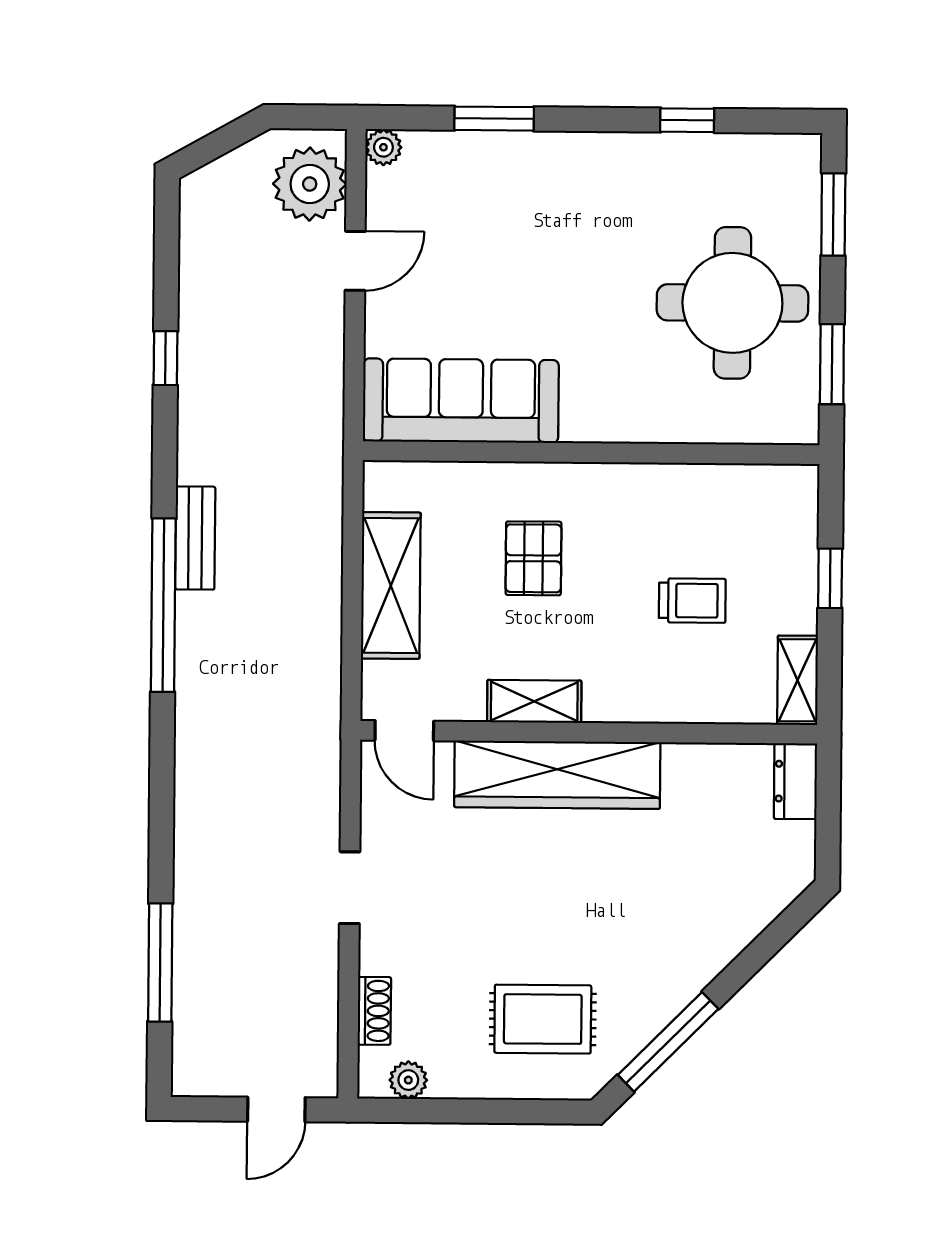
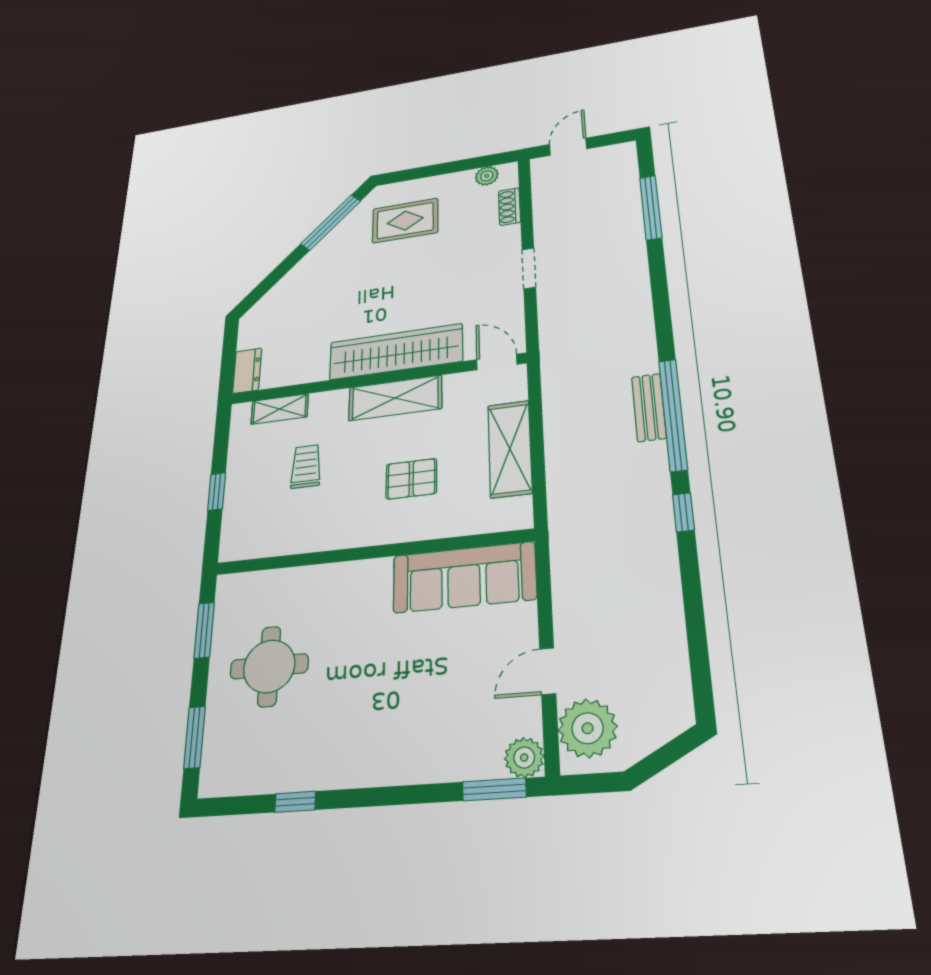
window: (494, 119) -> (494, 789), moved
plant: (383, 147) -> (524, 758), width x1.38, depth x1.38
round table: (732, 303) -> (269, 666), width x0.73, depth x0.73
window: (165, 358) -> (683, 512), moved
bench: (195, 538) -> (649, 407), moved
pallet: (533, 558) -> (411, 479), turned 90
trolley: (692, 601) -> (306, 466), turned 90
shelving: (798, 680) -> (280, 409), moved, turned 90
shelving: (534, 701) -> (395, 398), width x1.50, depth x1.33

